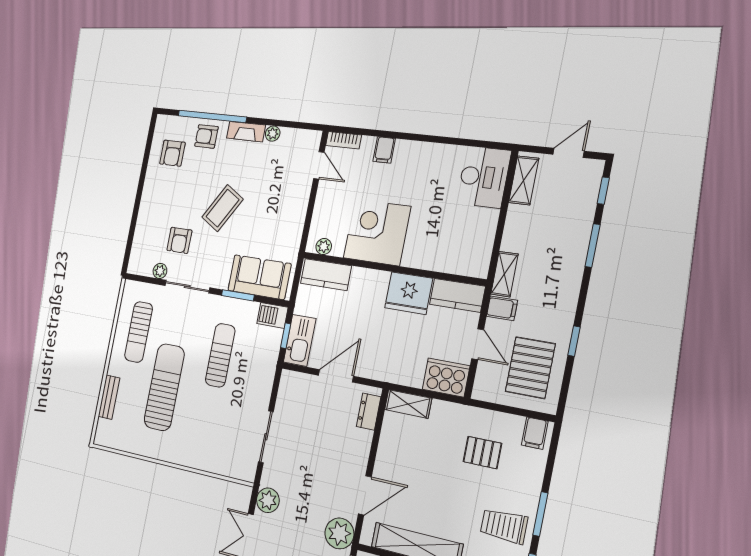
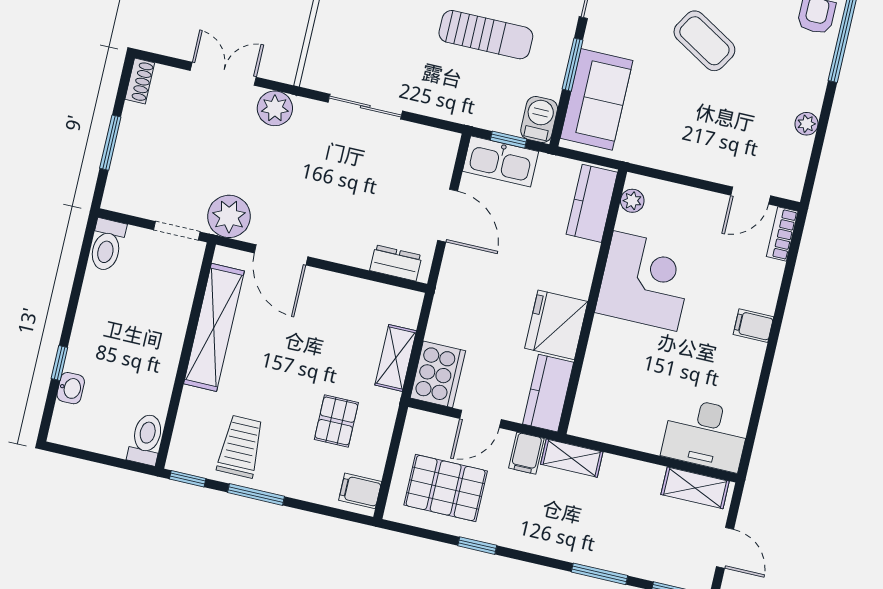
fireplace: (246, 132) -> (815, 81), removed
filing cabinet: (384, 150) -> (753, 326), moved
shelving: (408, 404) -> (396, 358), moved

